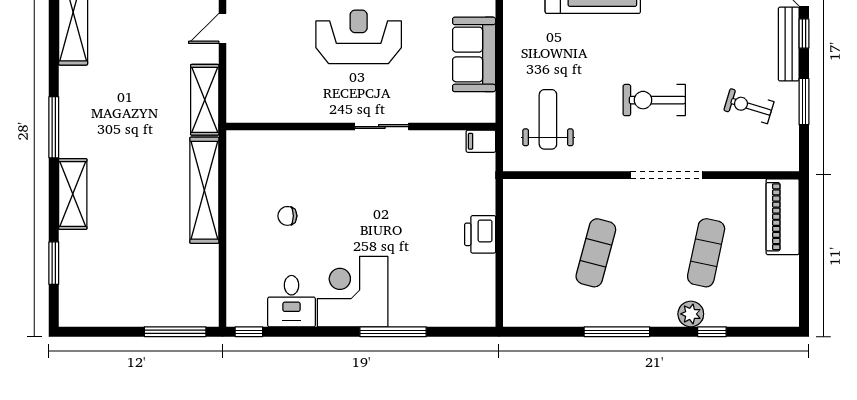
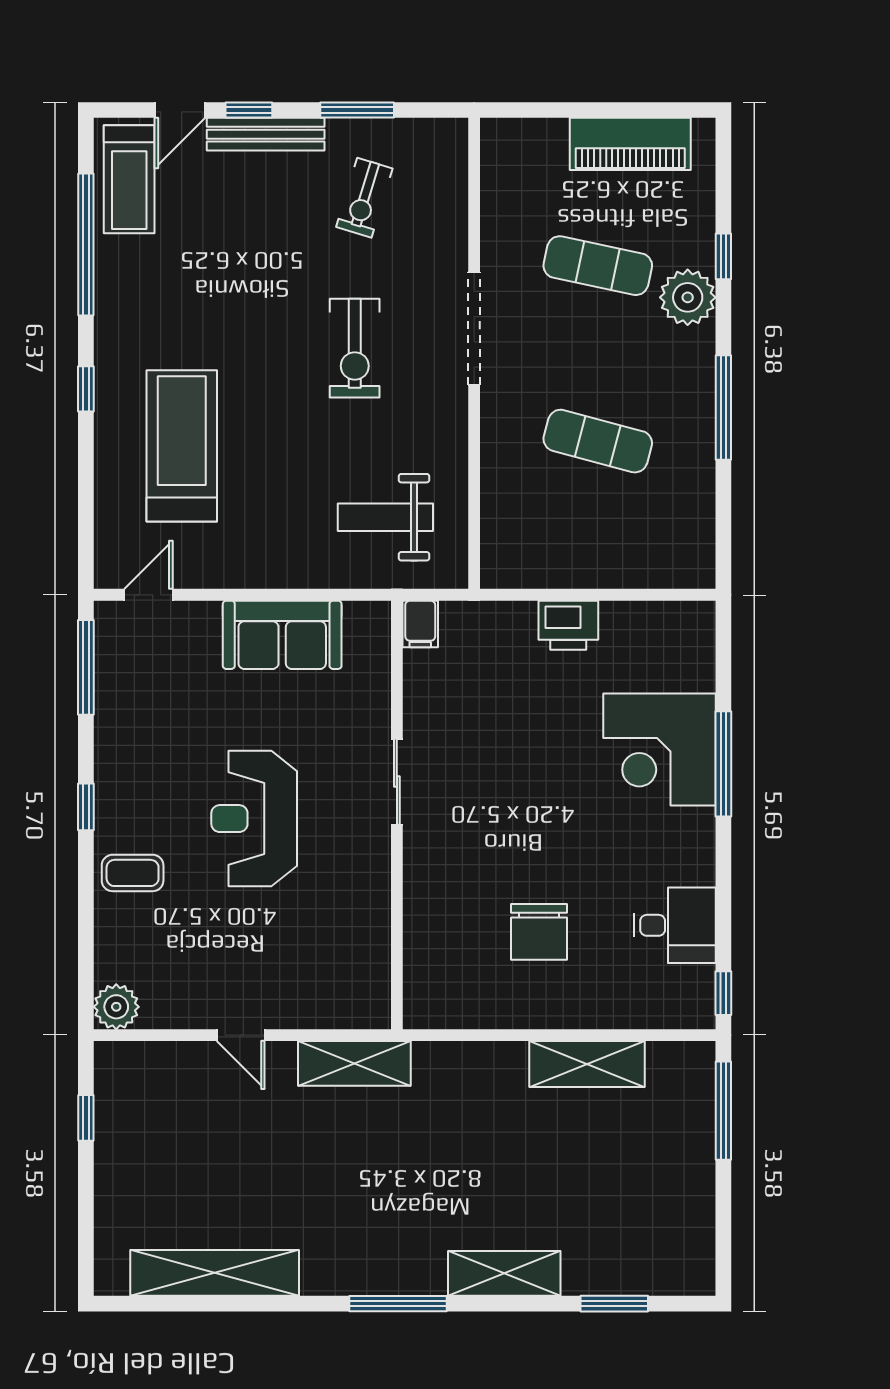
shelving: (204, 190) -> (587, 1064), moved, width x0.68
chair: (287, 216) -> (539, 932), width x1.87, depth x1.87
piano: (783, 217) -> (630, 144), moved
corner desk: (353, 292) -> (659, 749), moved
plant: (691, 314) -> (688, 297), width x1.36, depth x1.36

